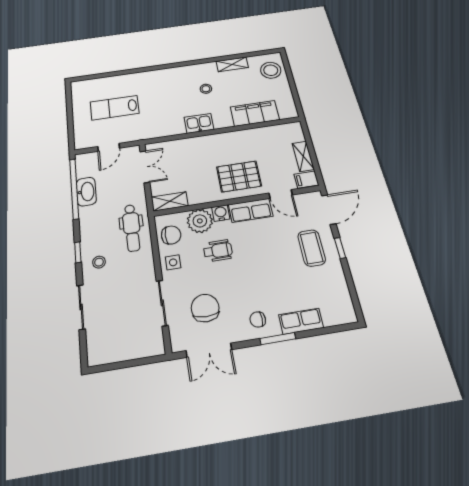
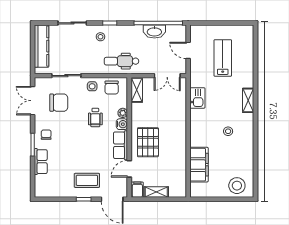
shelving: (232, 64) -> (248, 100), moved
kitchen sink: (199, 123) -> (197, 98), moved
plant: (200, 221) -> (123, 113), width x0.53, depth x0.53
kitchen counter: (121, 350) -> (42, 46), added

